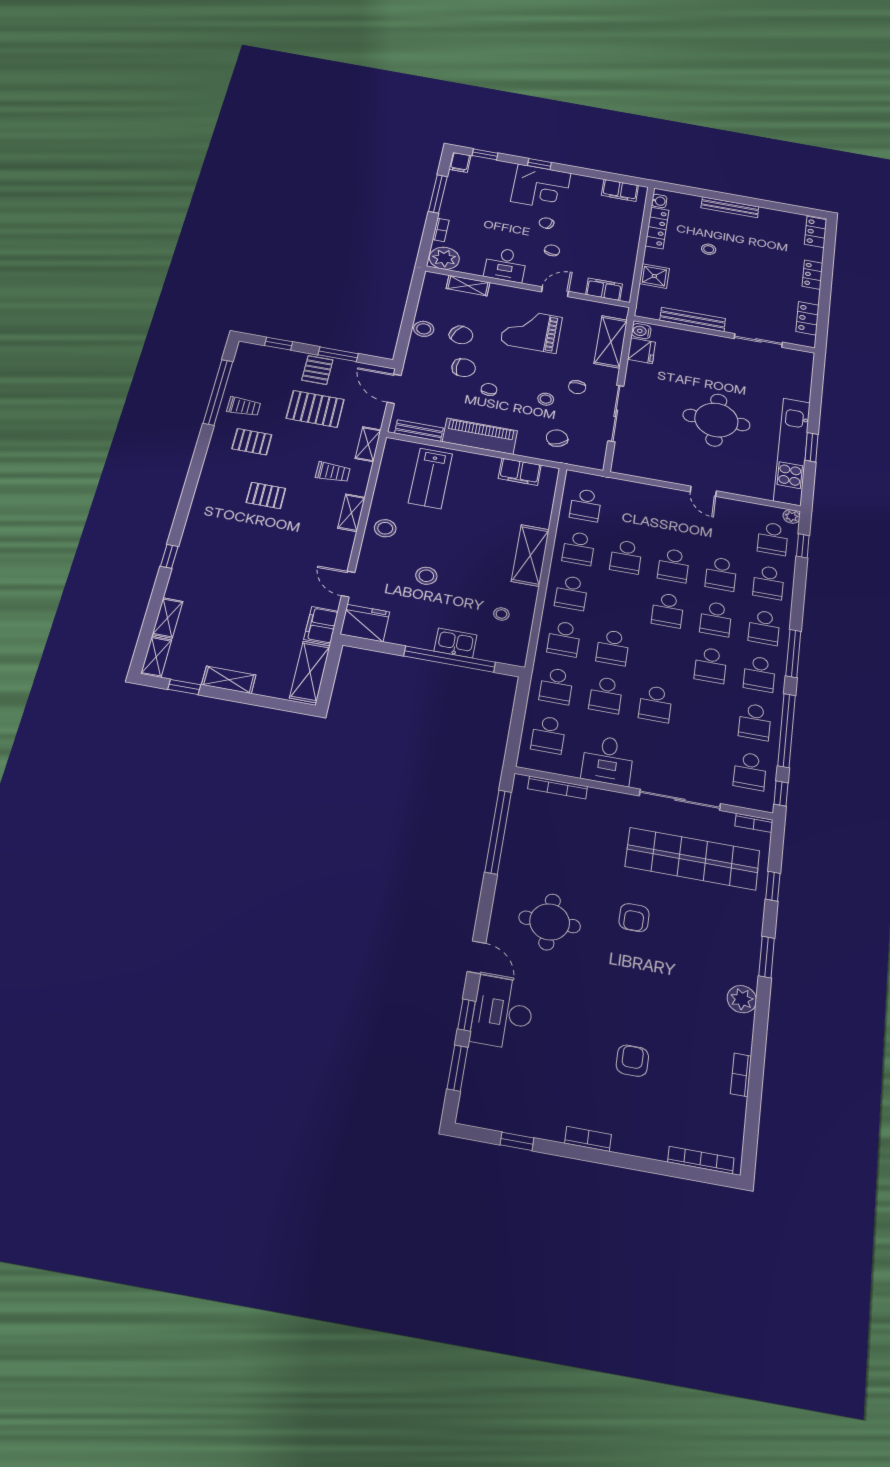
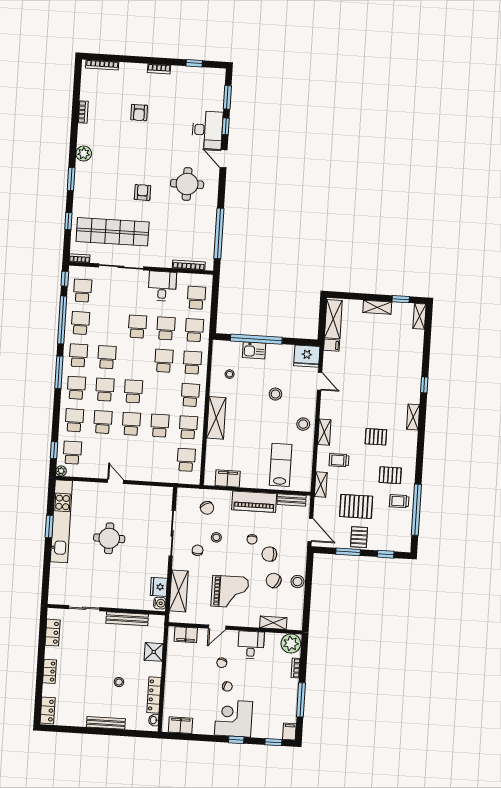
round table: (716, 420) -> (109, 538), width x0.73, depth x0.73
shelving: (168, 618) -> (413, 417), moved
filing cabinet: (321, 625) -> (332, 345), width x0.50

